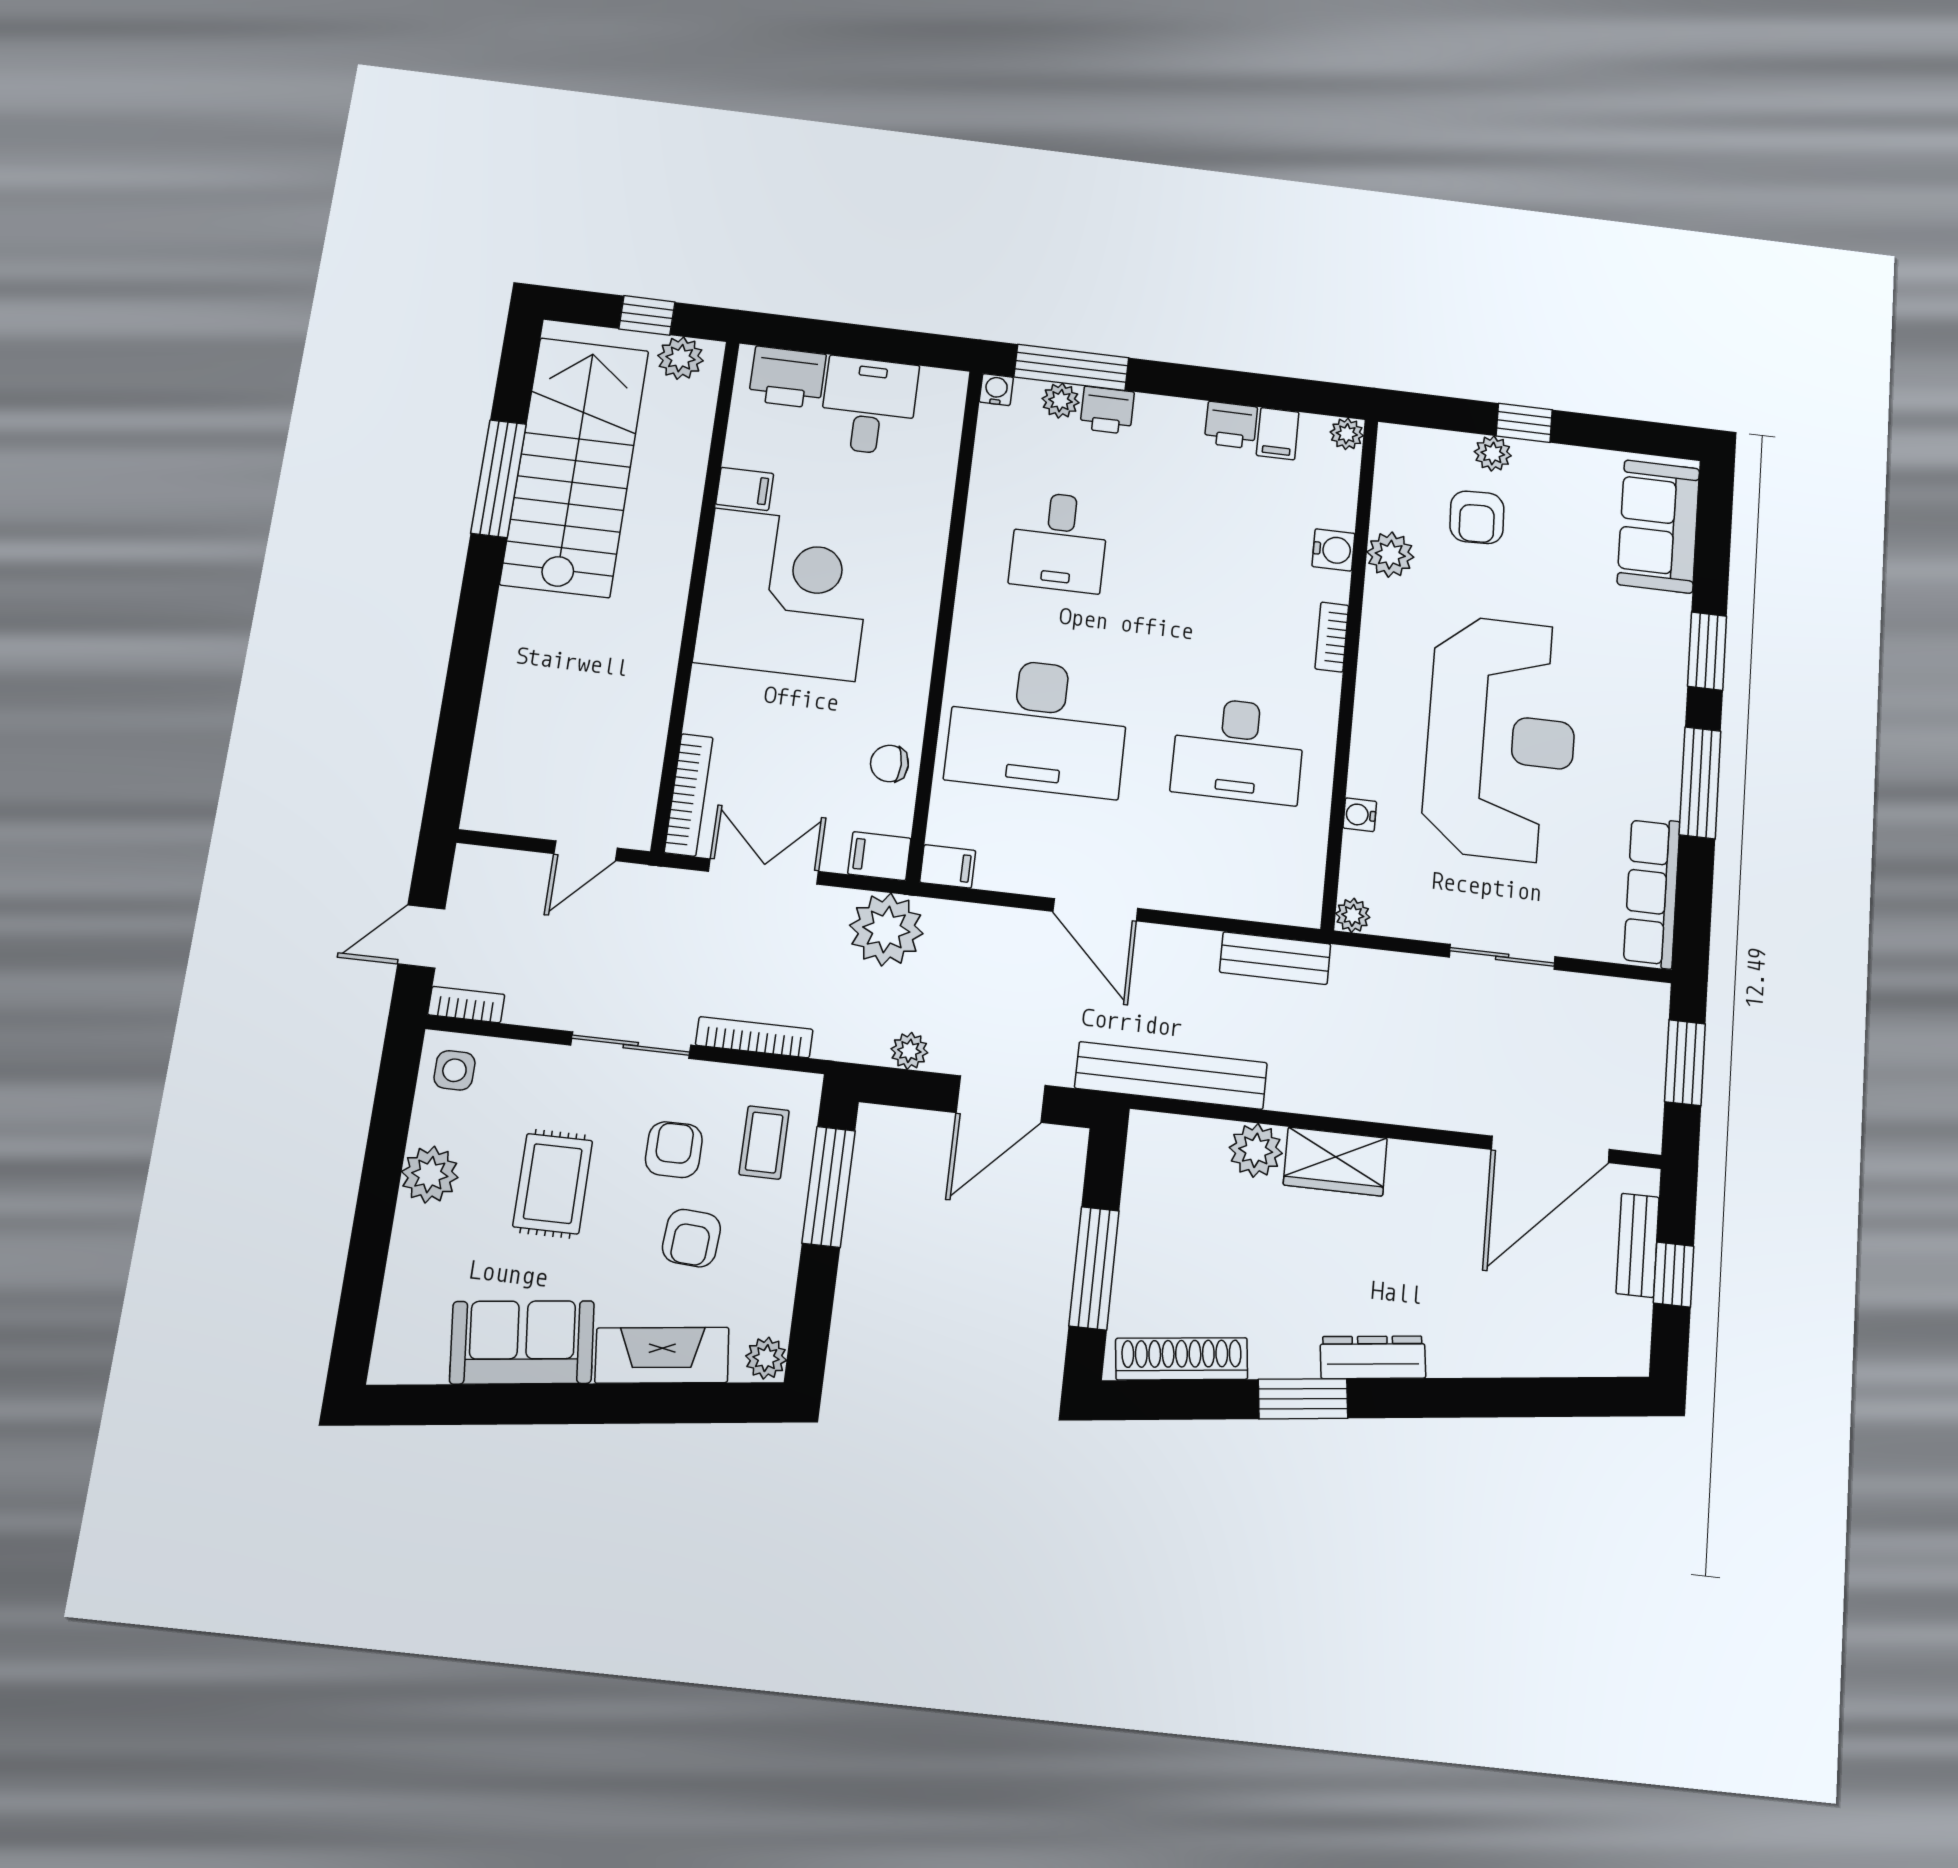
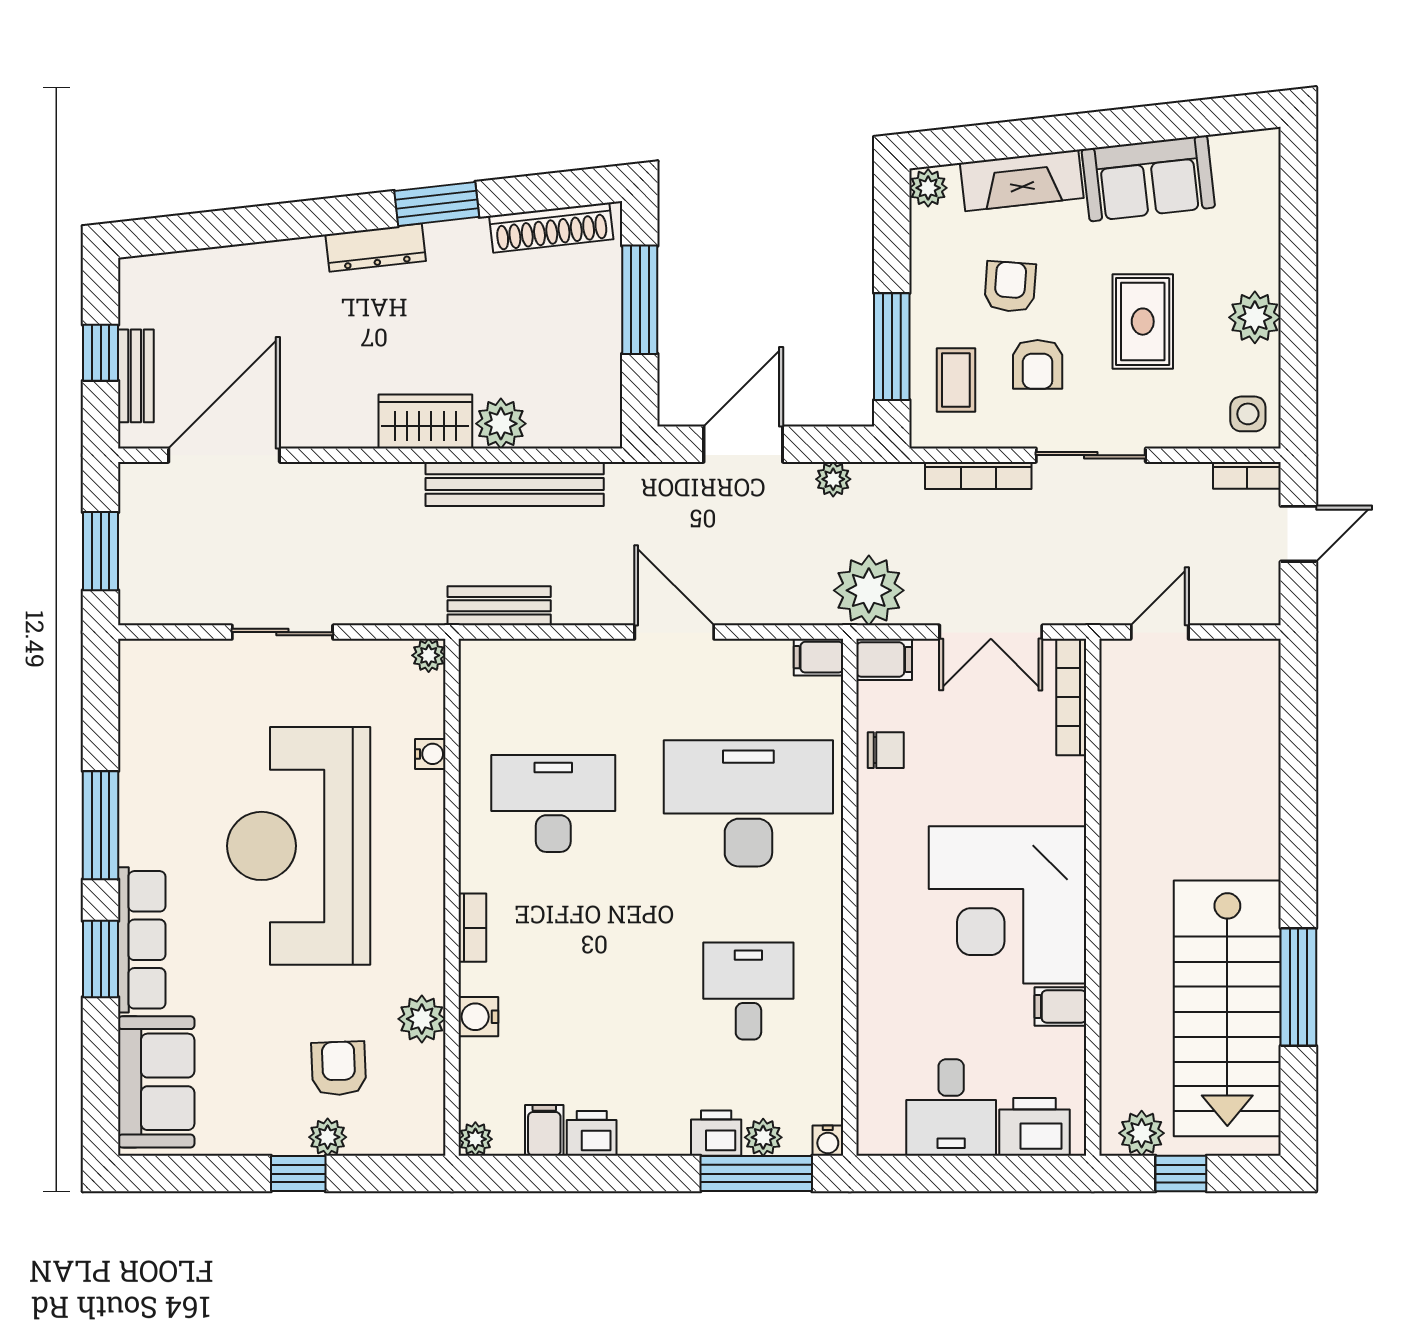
row of seats: (1652, 892) -> (142, 940), moved
bench: (1171, 1075) -> (515, 484), moved

